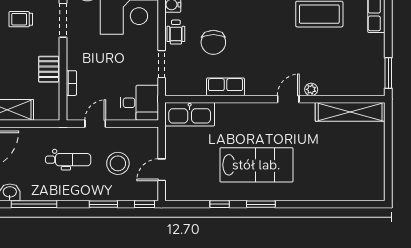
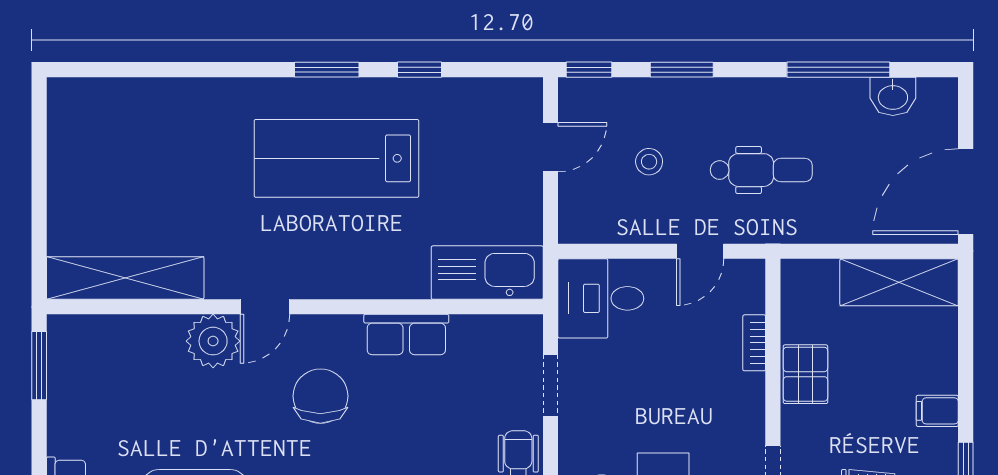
chair: (213, 42) -> (320, 396), moved
plant: (311, 89) -> (213, 341), width x1.88, depth x1.88
dental chair: (68, 160) -> (761, 170), turned 180
stool: (118, 163) -> (649, 162), width x0.53, depth x0.53

